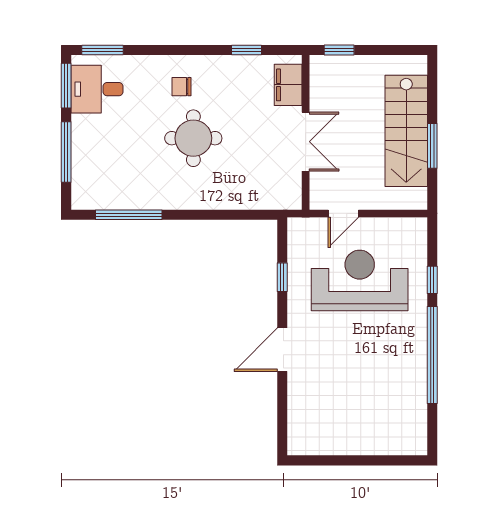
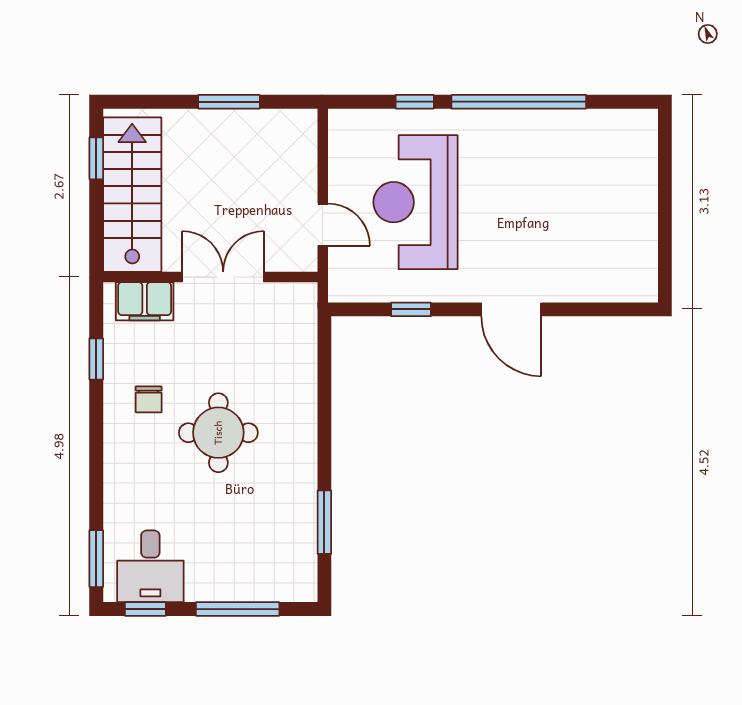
window: (339, 50) -> (96, 158), moved
window: (66, 86) -> (145, 609), width x0.67
chair: (181, 87) -> (149, 399), moved
stairs: (406, 131) -> (132, 195), moved, turned -90
window: (129, 215) -> (324, 522), width x0.69

